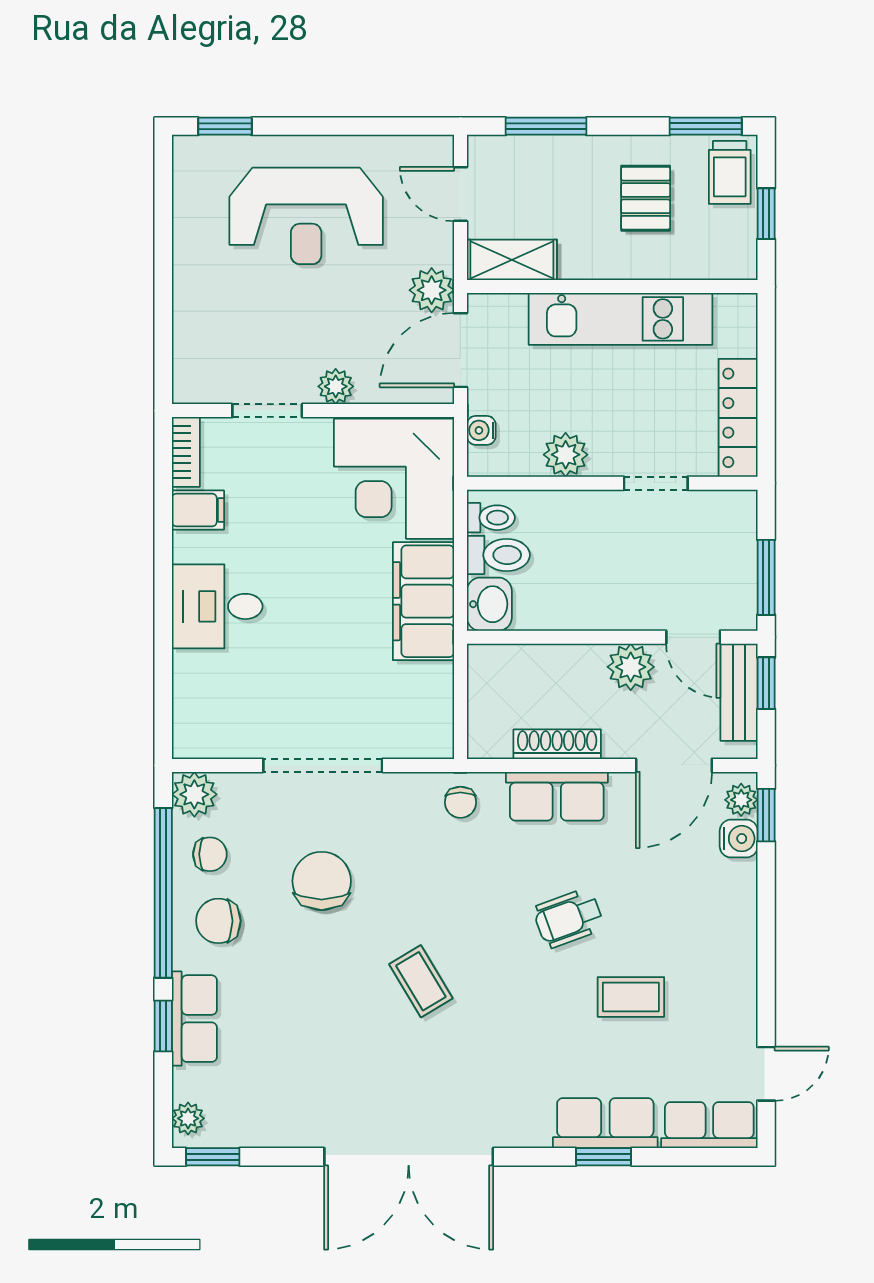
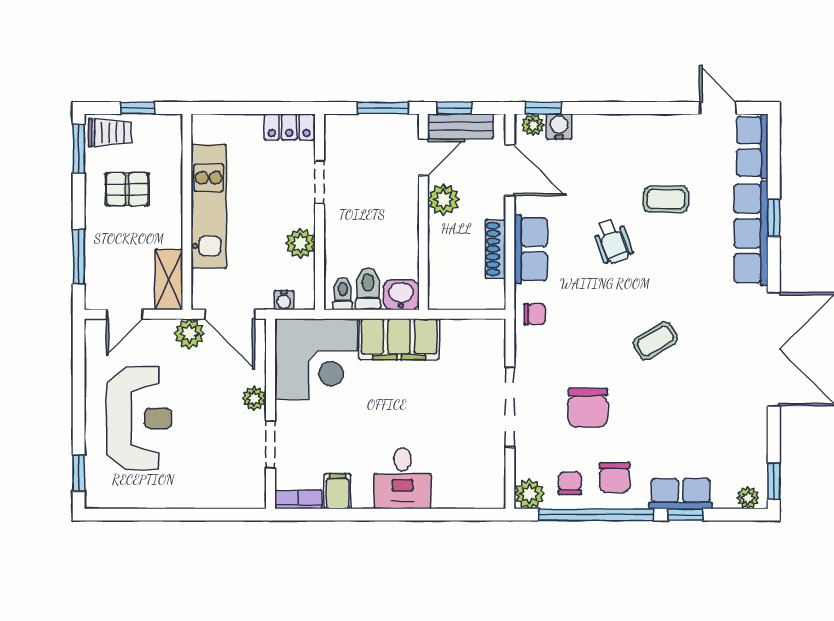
locker: (738, 418) -> (289, 127), width x0.66
chair: (322, 881) -> (588, 408), turned -90
coffee table: (631, 997) -> (666, 199), turned 90
row of seats: (605, 1123) -> (751, 233), width x1.48

